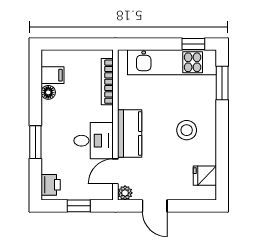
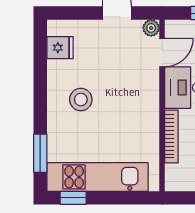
bookcase: (107, 82) -> (171, 136), moved
kitchen counter: (130, 133) -> (146, 96), removed

